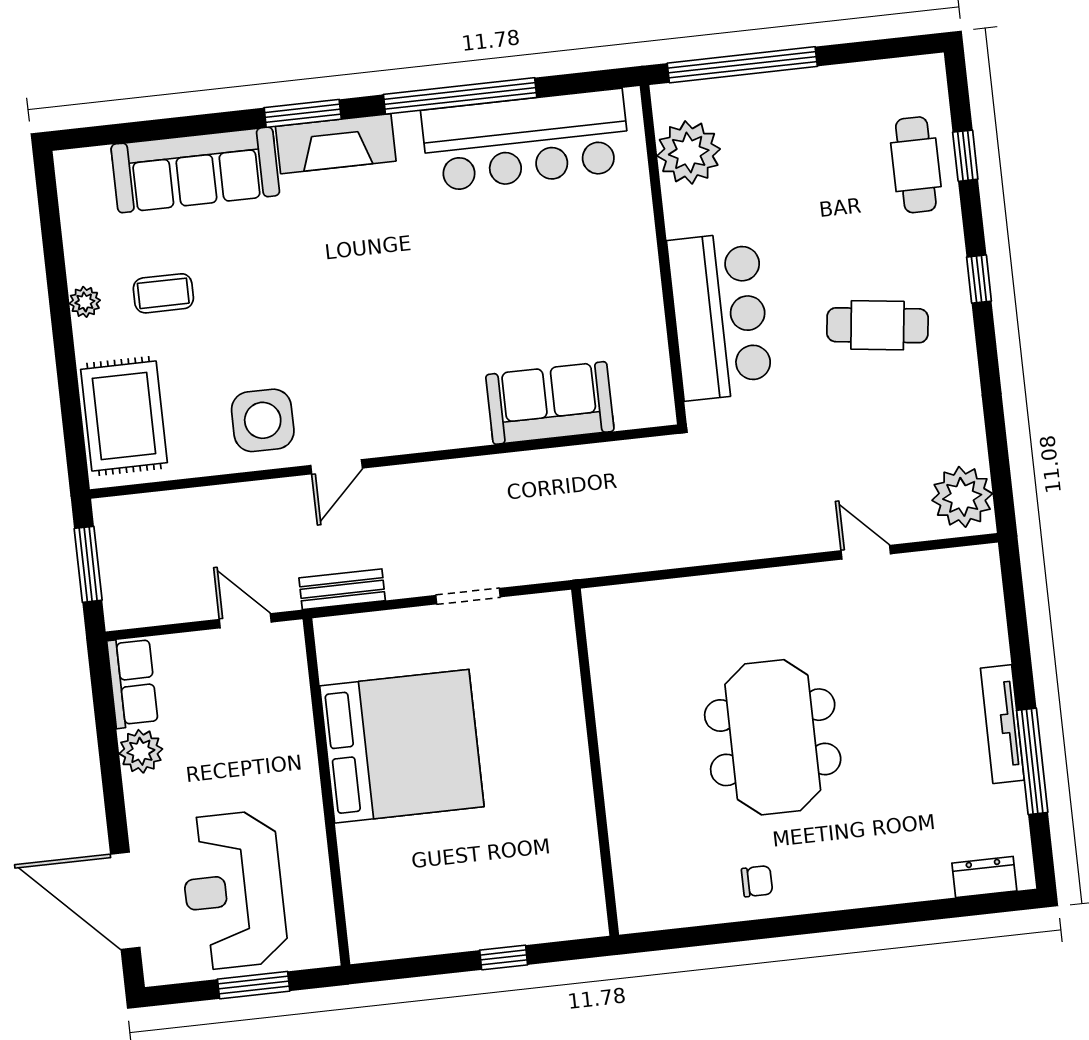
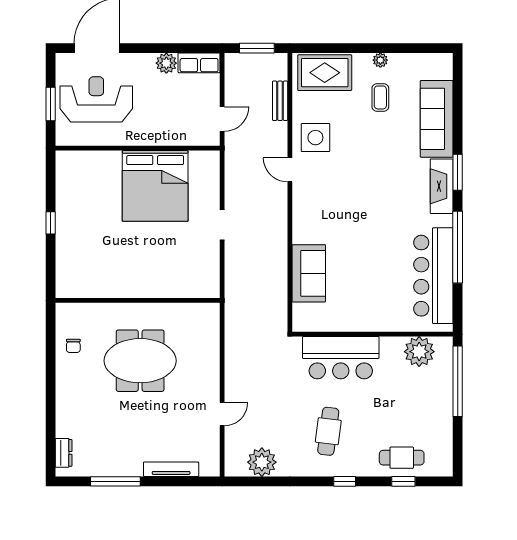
plant: (962, 497) -> (262, 462), moved
bench: (342, 589) -> (280, 101), moved
tv unit: (1002, 724) -> (171, 469), moved
wall: (595, 762) -> (138, 300), moved

